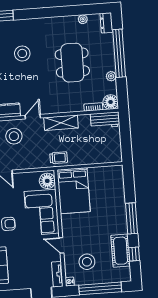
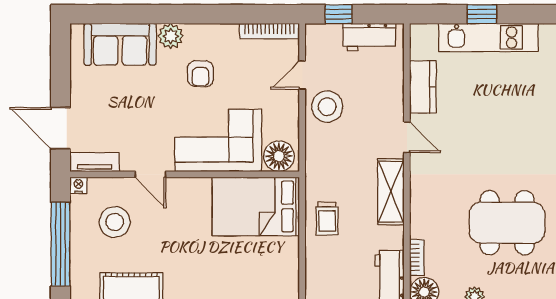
stool: (22, 53) -> (532, 126), removed
stool: (14, 136) -> (327, 107), moved
trolley: (59, 158) -> (327, 219), moved
door: (61, 245) -> (150, 174), swing flipped

